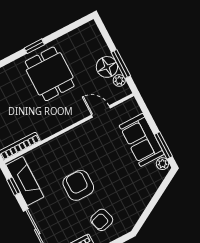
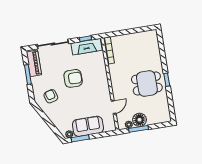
armchair: (102, 220) -> (51, 96), moved

